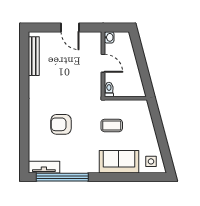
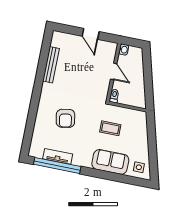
bench: (34, 56) -> (51, 65), moved
armchair: (61, 124) -> (65, 118), turned -100
tv unit: (44, 167) -> (58, 156), moved

